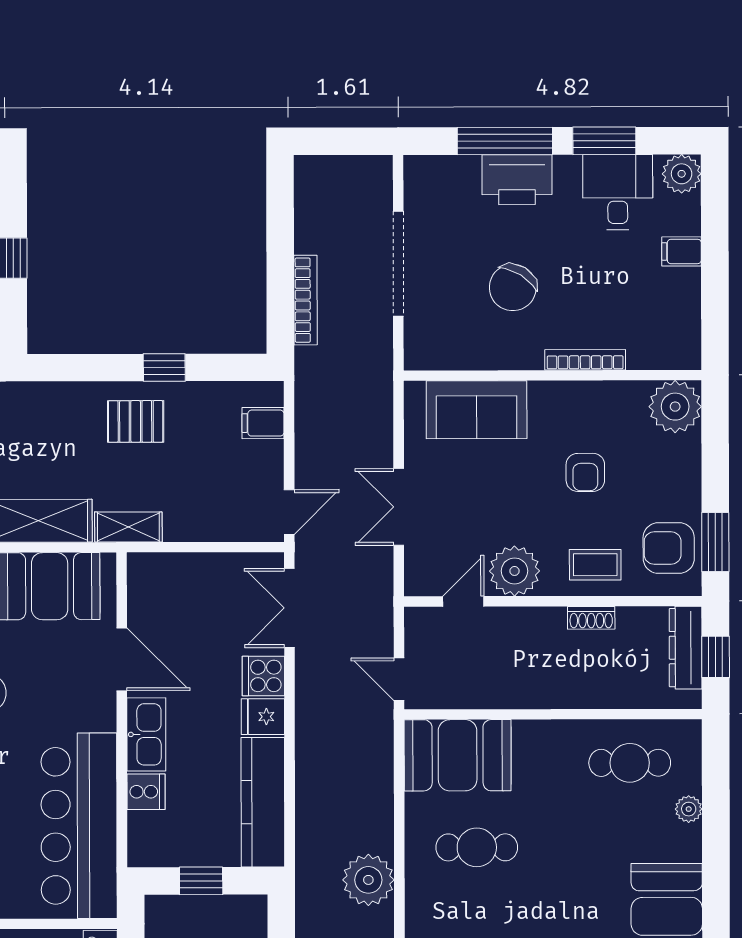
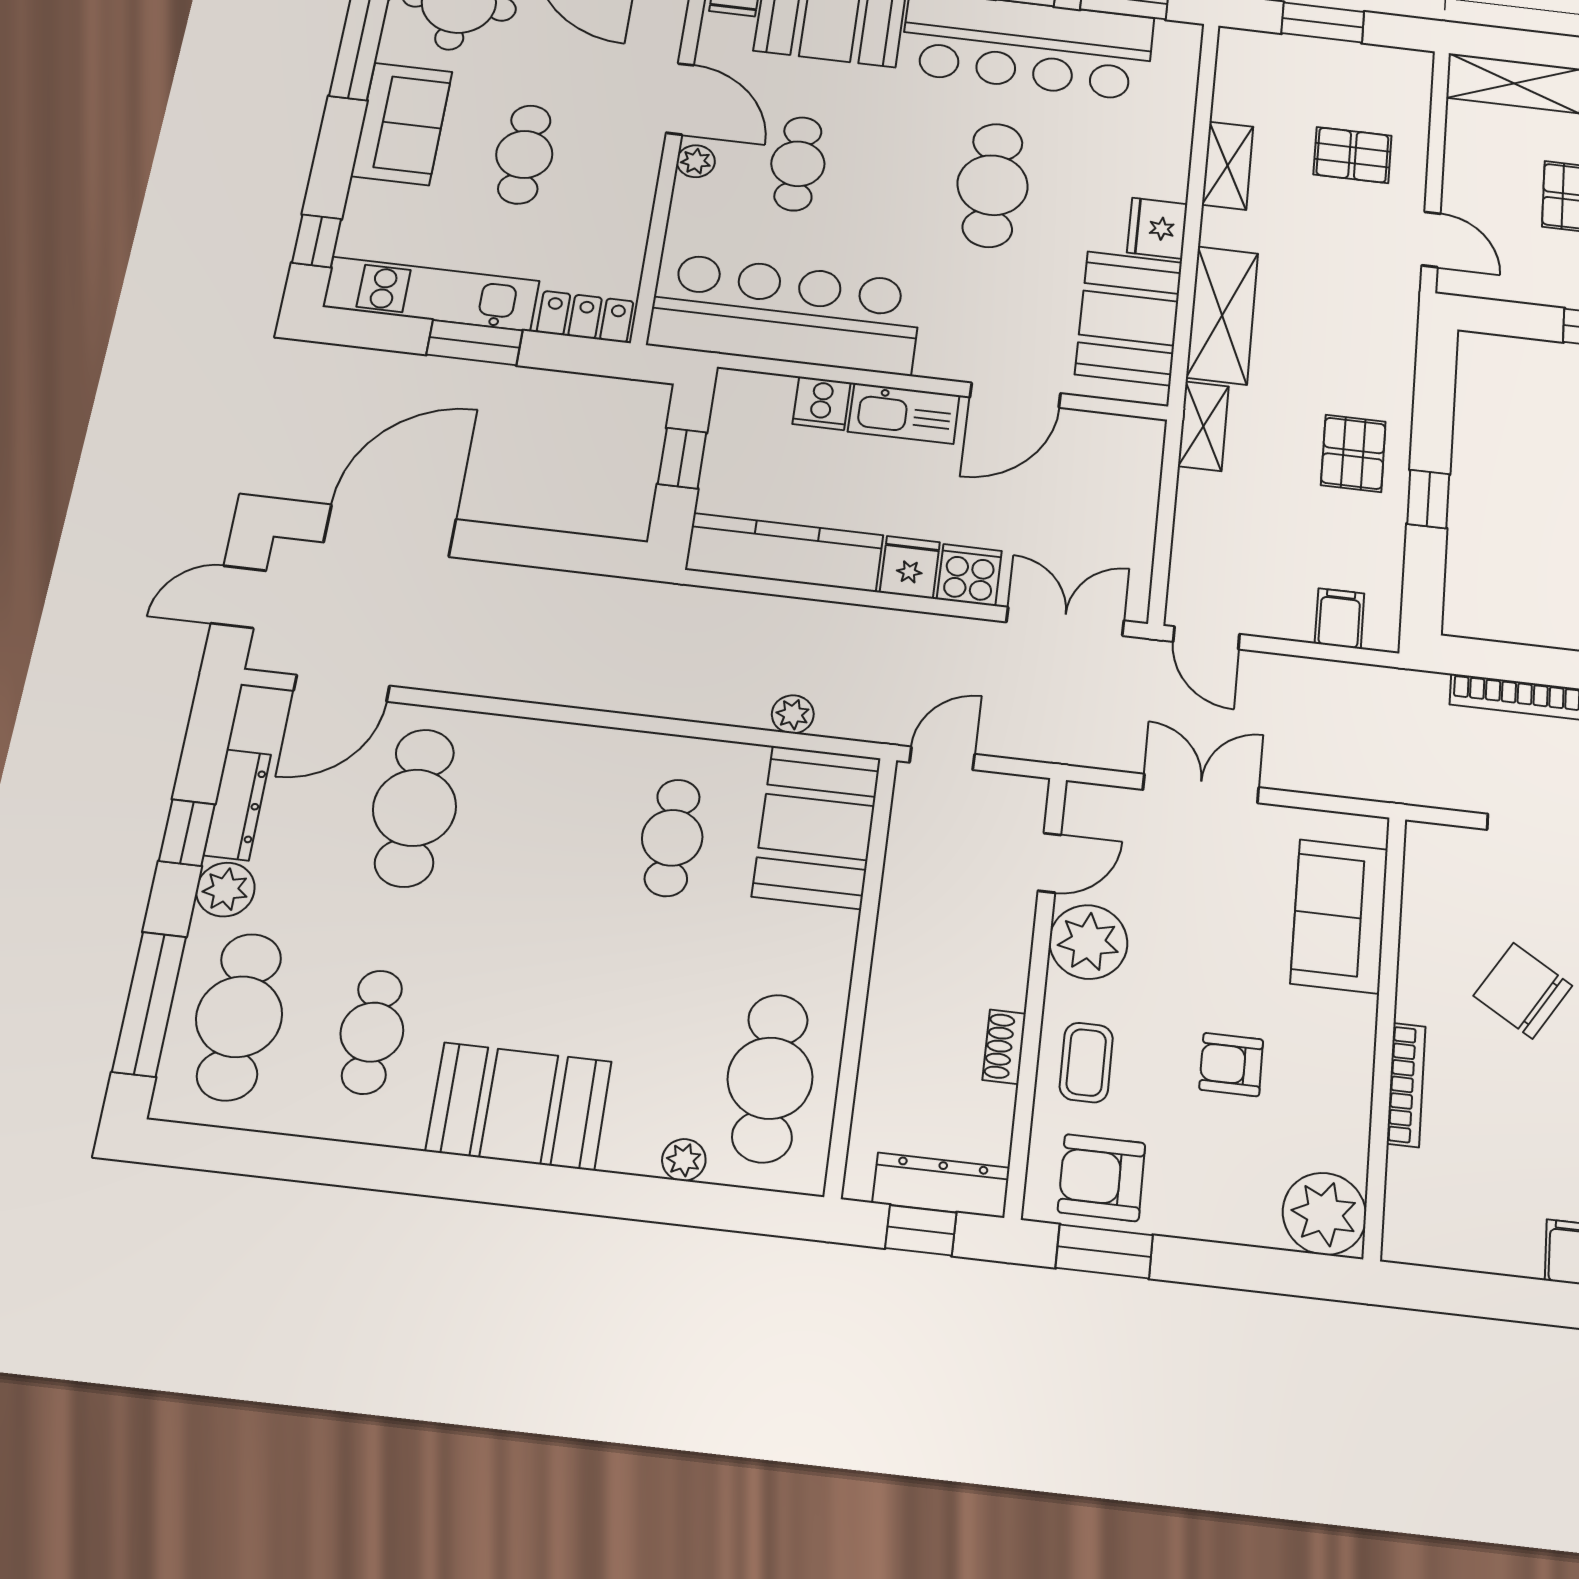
armchair: (669, 548) -> (1102, 1178), turned -90
door: (463, 601) -> (1049, 863), hinge flipped
cafe table: (630, 763) -> (770, 1078), width x1.37, depth x1.35
plant: (368, 880) -> (793, 714), moved, width x0.53, depth x0.53

